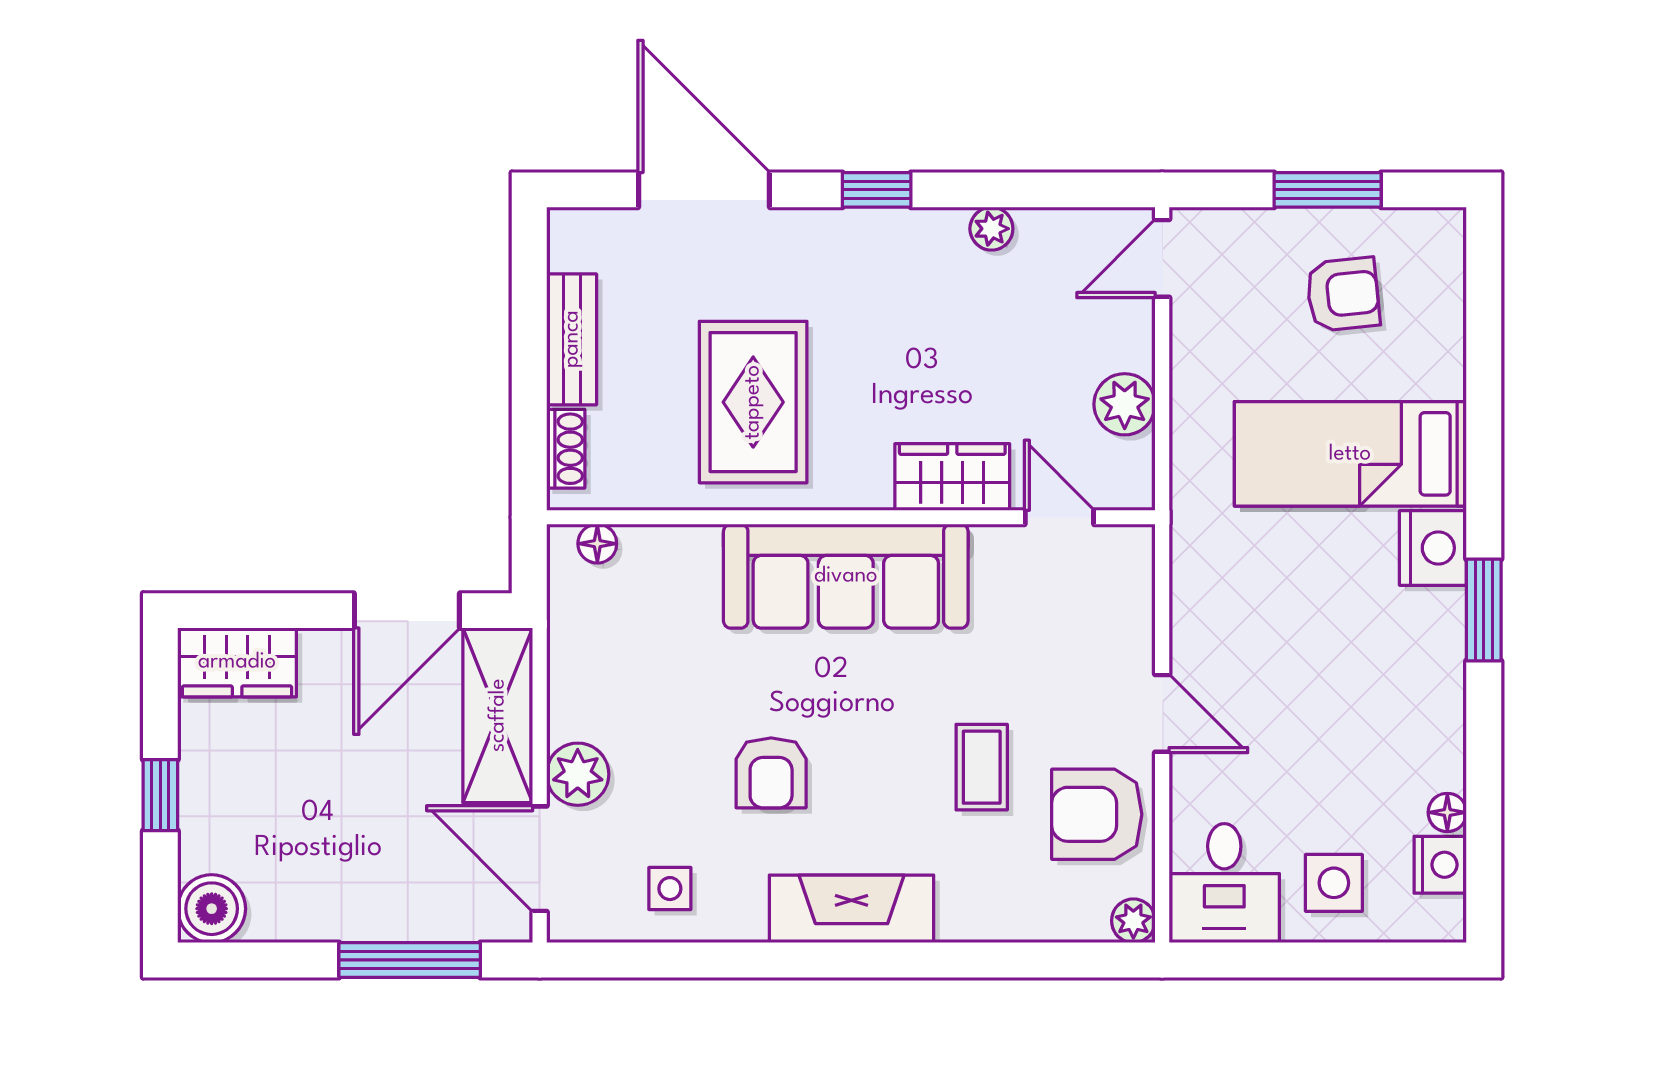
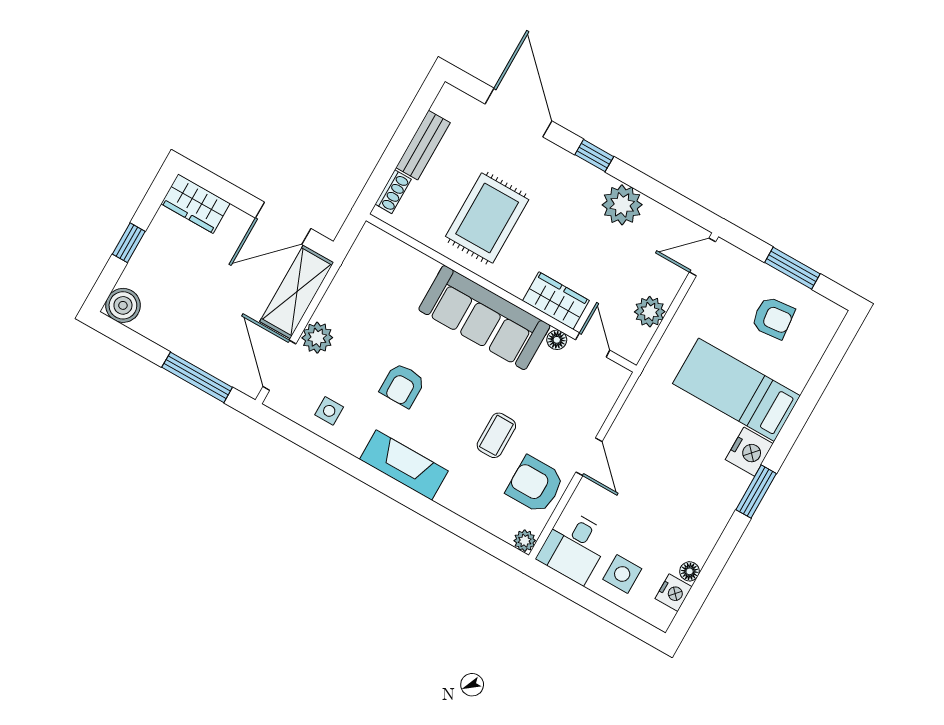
plant: (991, 229) -> (622, 205), width x1.87, depth x1.87
floor lamp: (597, 544) -> (557, 340), moved

